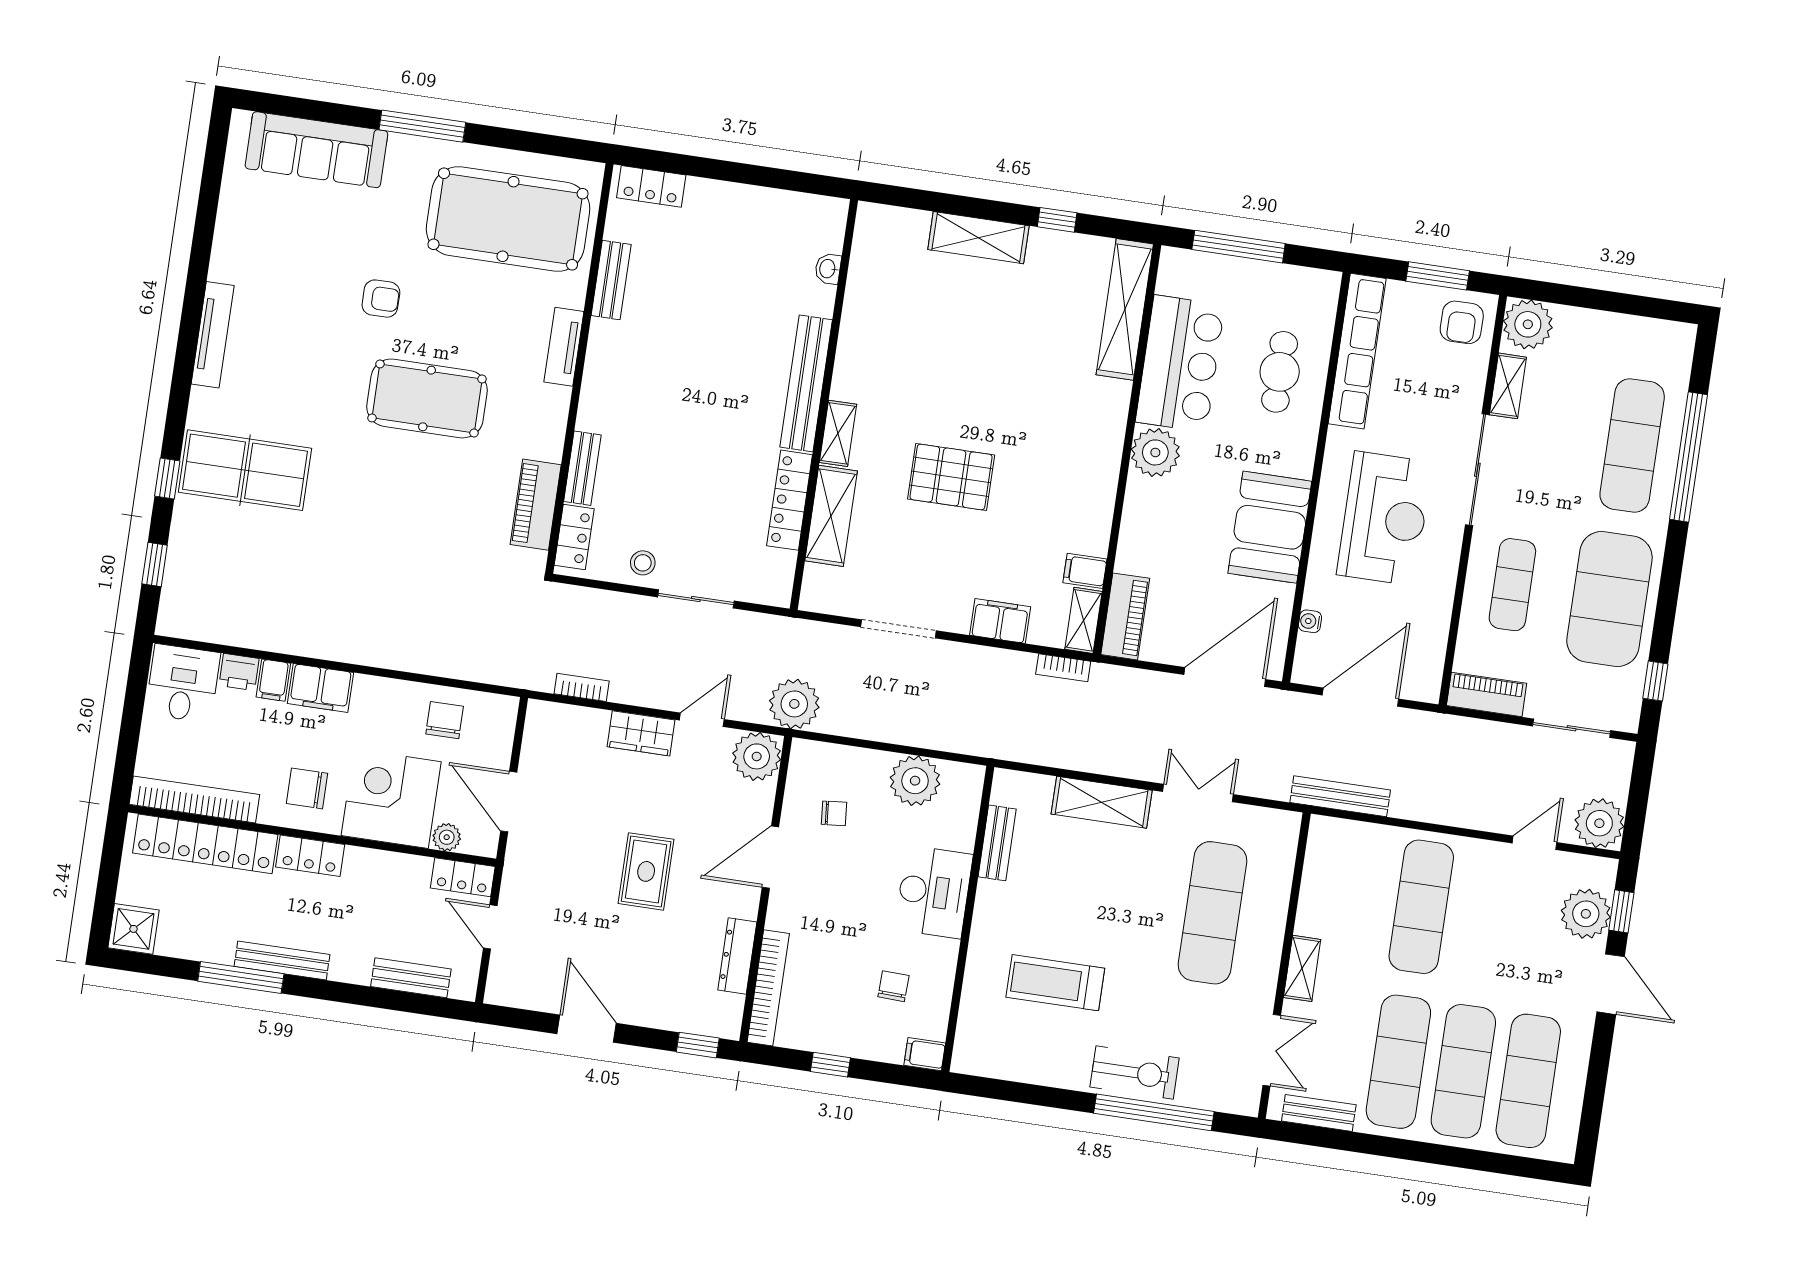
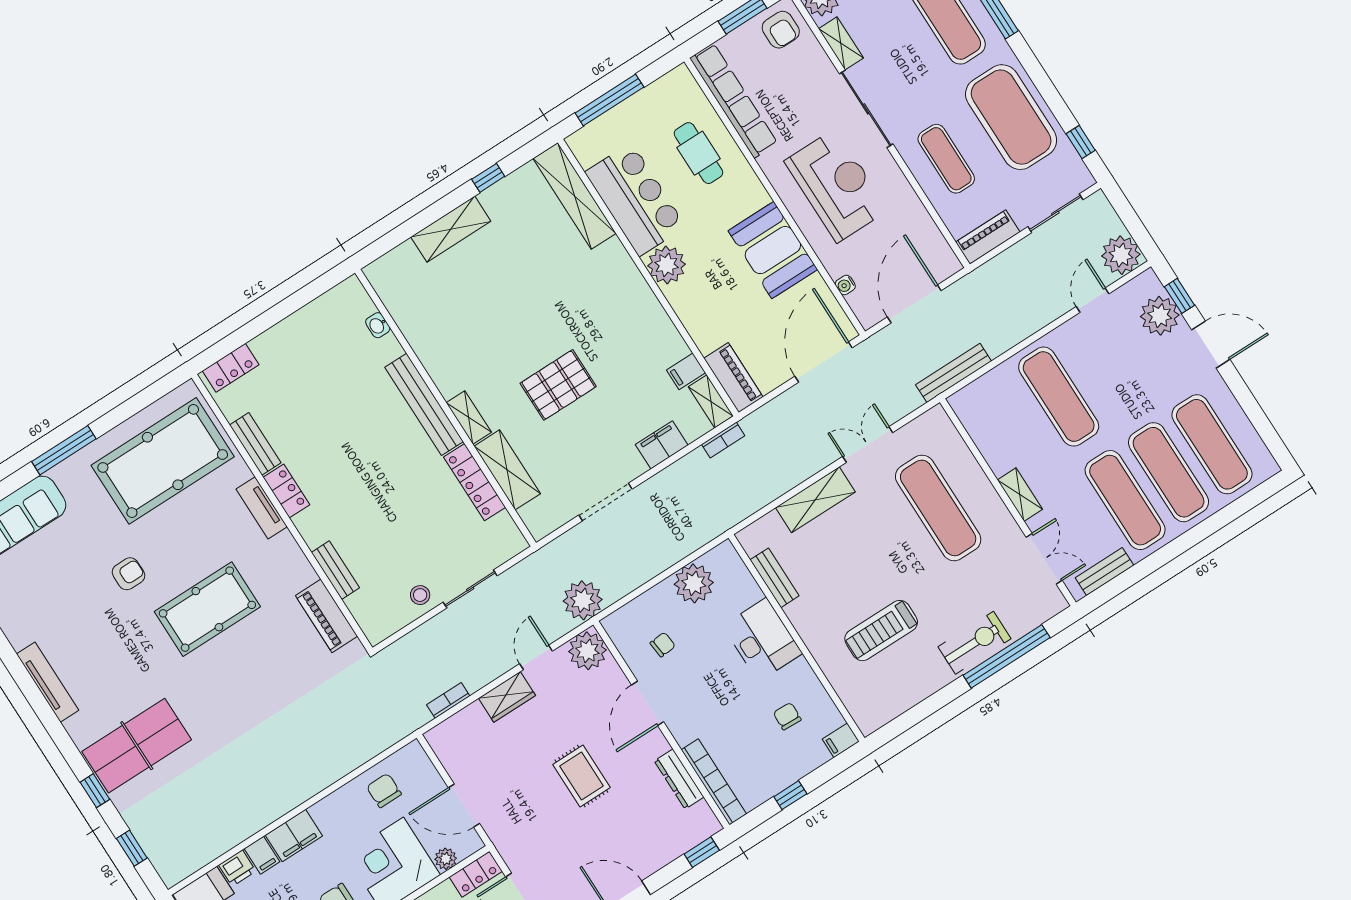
locker: (574, 537) -> (286, 491), moved

